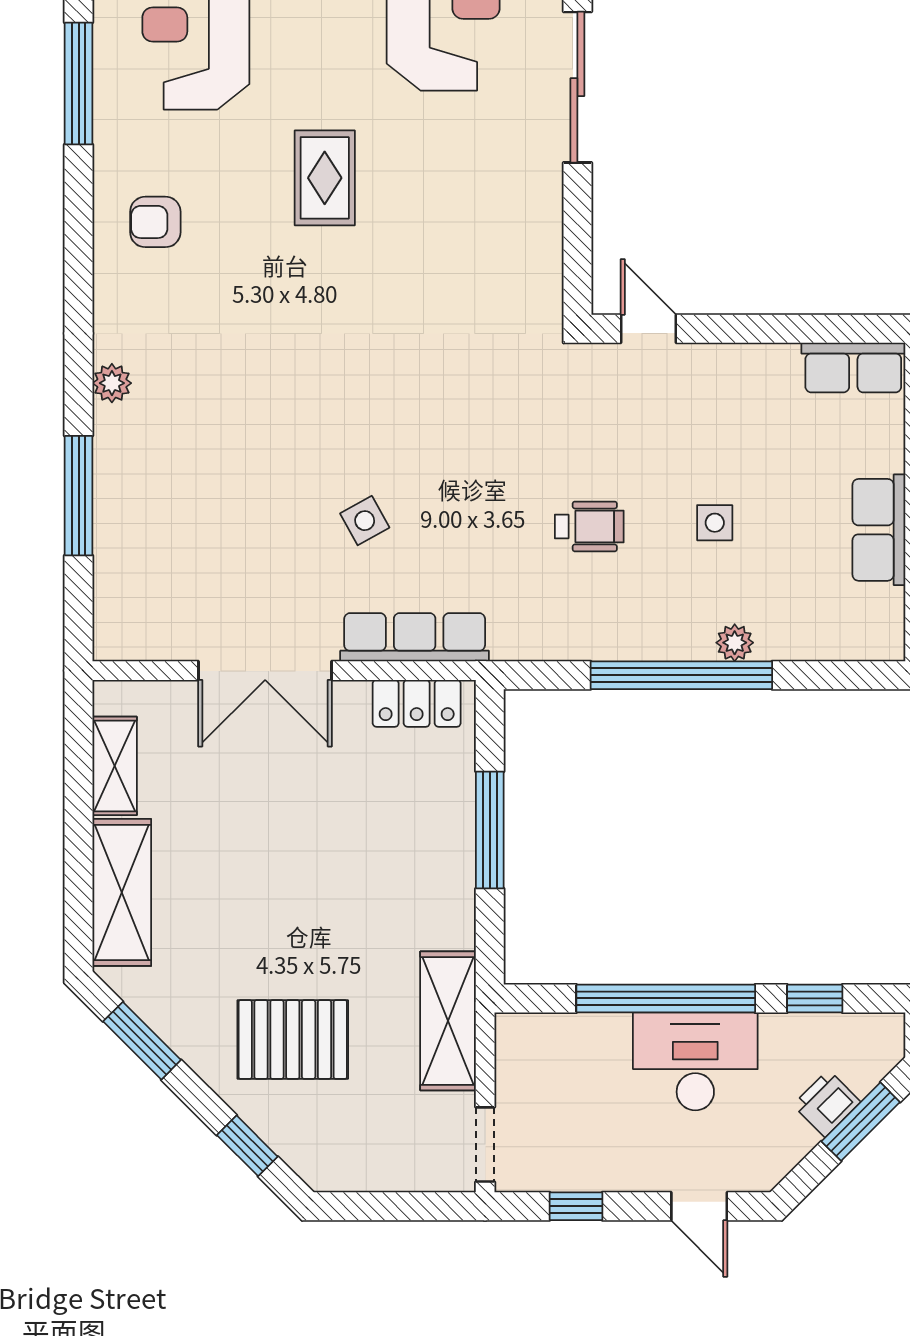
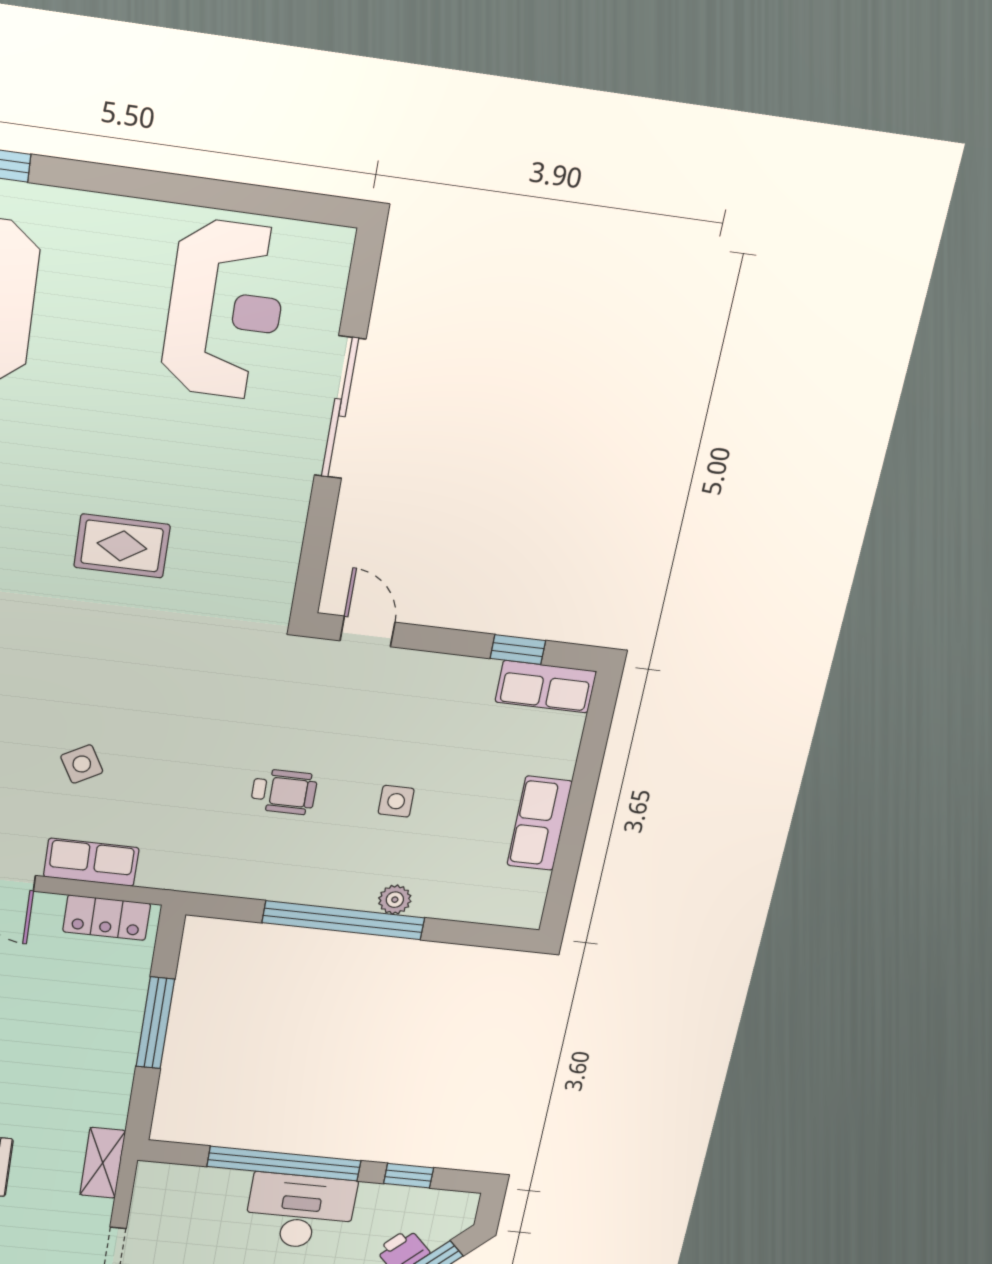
rug: (325, 178) -> (122, 546), moved, turned 90
window: (814, 329) -> (518, 650), added
row of seats: (415, 637) -> (91, 862), width x0.68
shelving: (448, 1021) -> (103, 1163), width x0.67, depth x0.75

